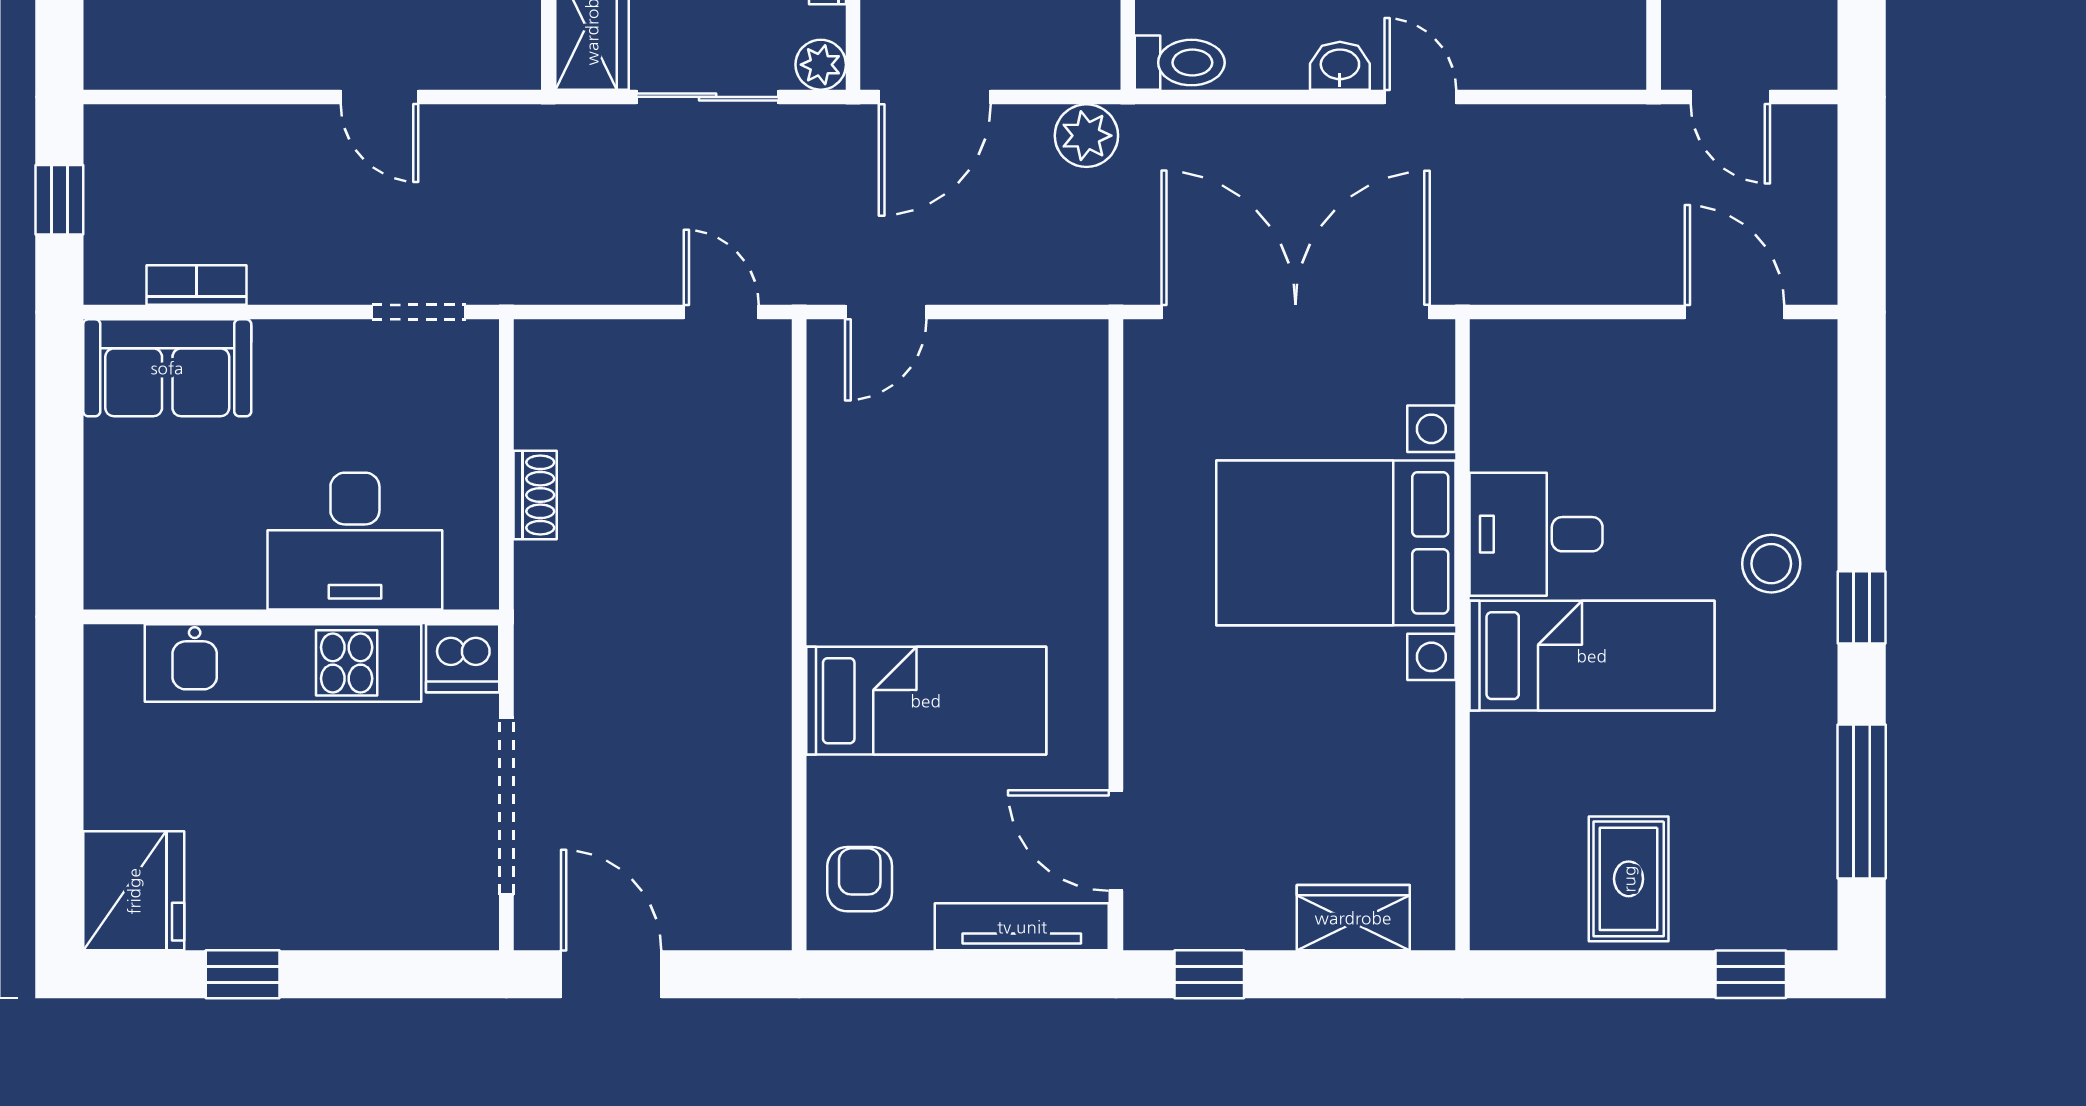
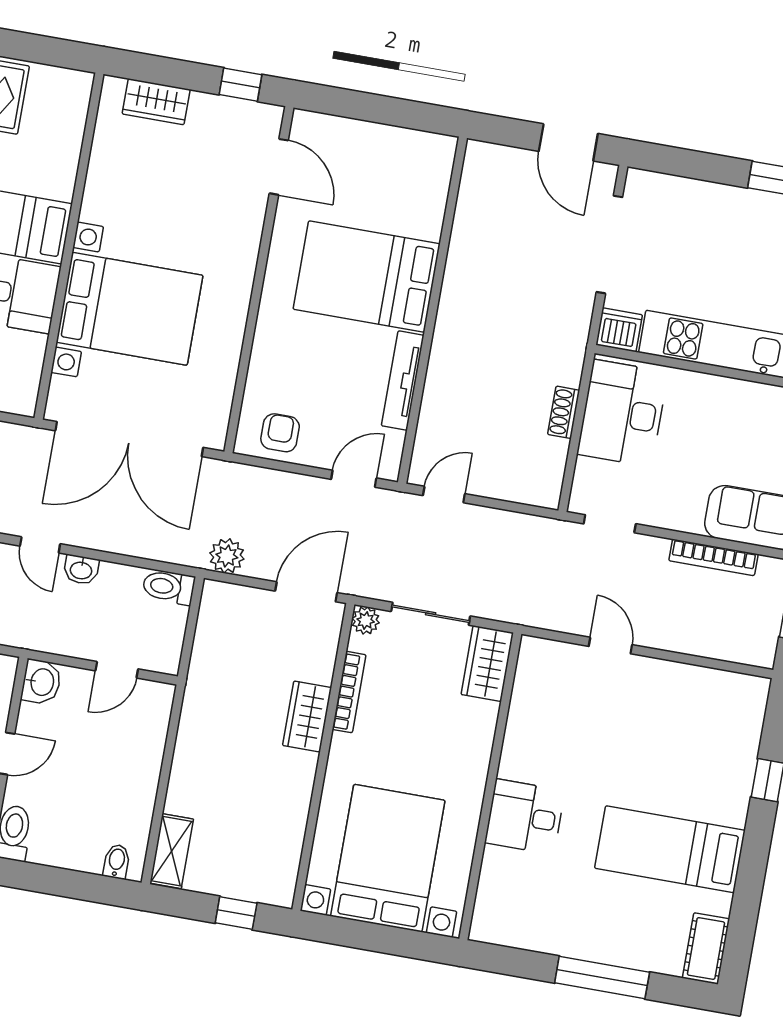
bookcase: (197, 285) -> (713, 557), width x1.56
door: (721, 312) -> (444, 495), swing flipped
desk: (355, 541) -> (623, 413), moved, turned -90
bed: (926, 701) -> (367, 277), width x1.50
armchair: (860, 879) -> (280, 433), moved, turned 180
tv unit: (1022, 927) -> (403, 381), moved, turned 90

